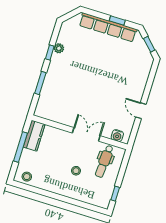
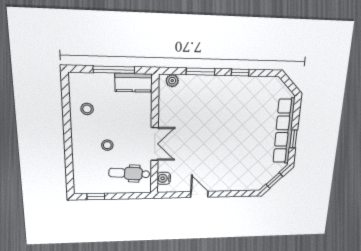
plant: (59, 48) -> (172, 81), moved
door: (141, 111) -> (199, 194), hinge flipped
stool: (27, 177) -> (87, 109), moved

